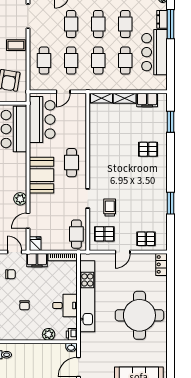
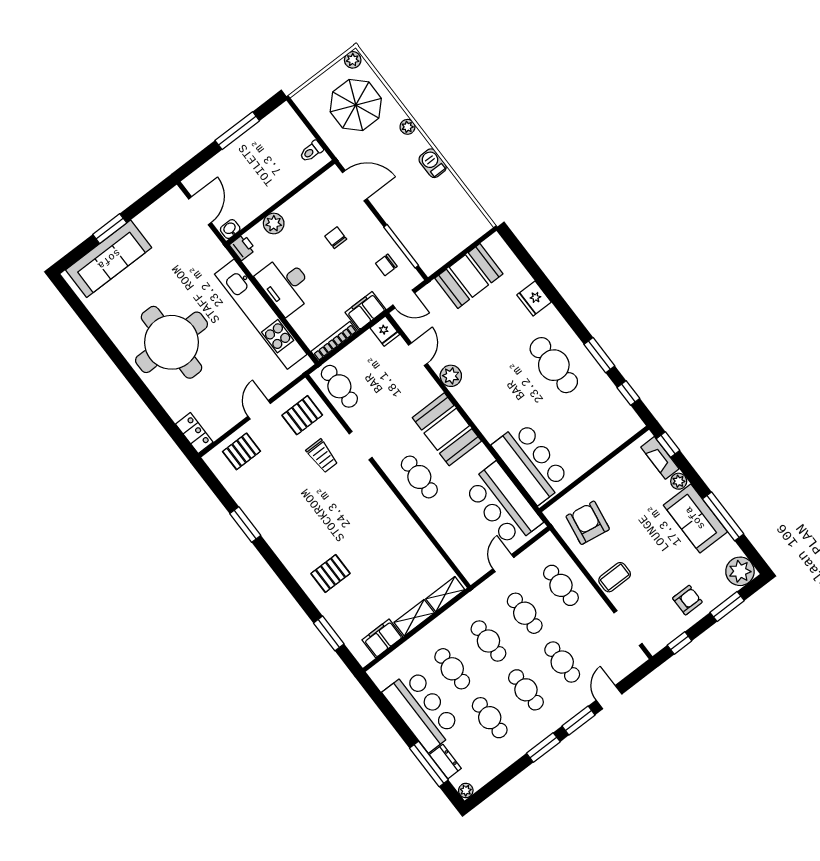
desk: (65, 305) -> (286, 285), width x1.37

